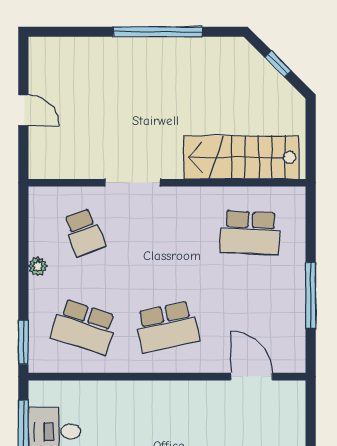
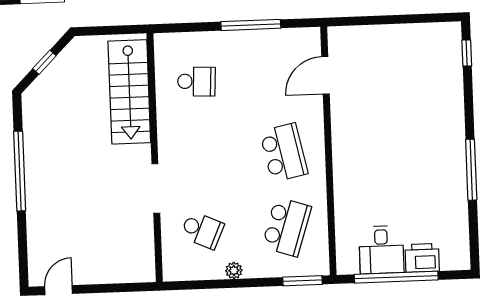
door: (23, 110) -> (59, 290), moved
school desk: (84, 233) -> (202, 230), turned 45
school desk: (250, 233) -> (196, 82), width x0.54

